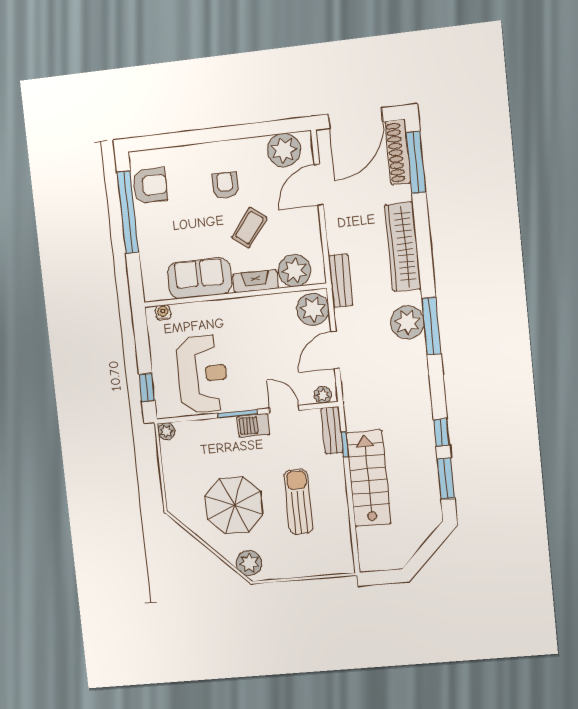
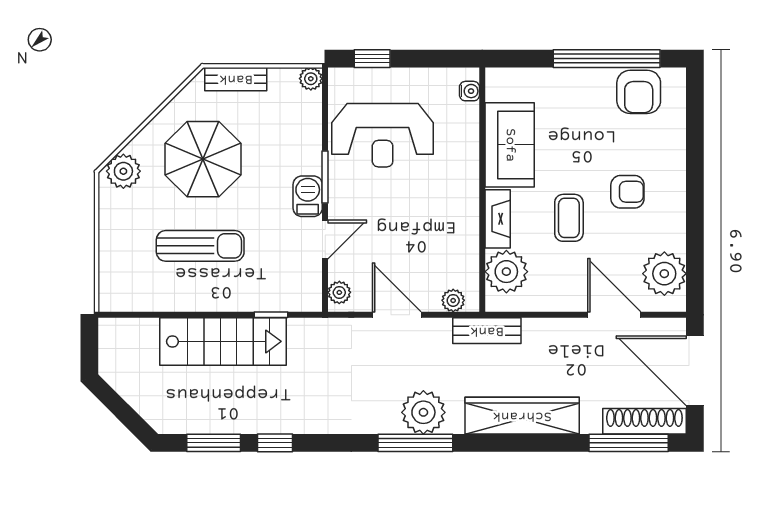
coffee table: (249, 228) -> (569, 218), turned 53
plant: (313, 309) -> (453, 300), width x0.53, depth x0.53
bench: (332, 430) -> (236, 79), moved

